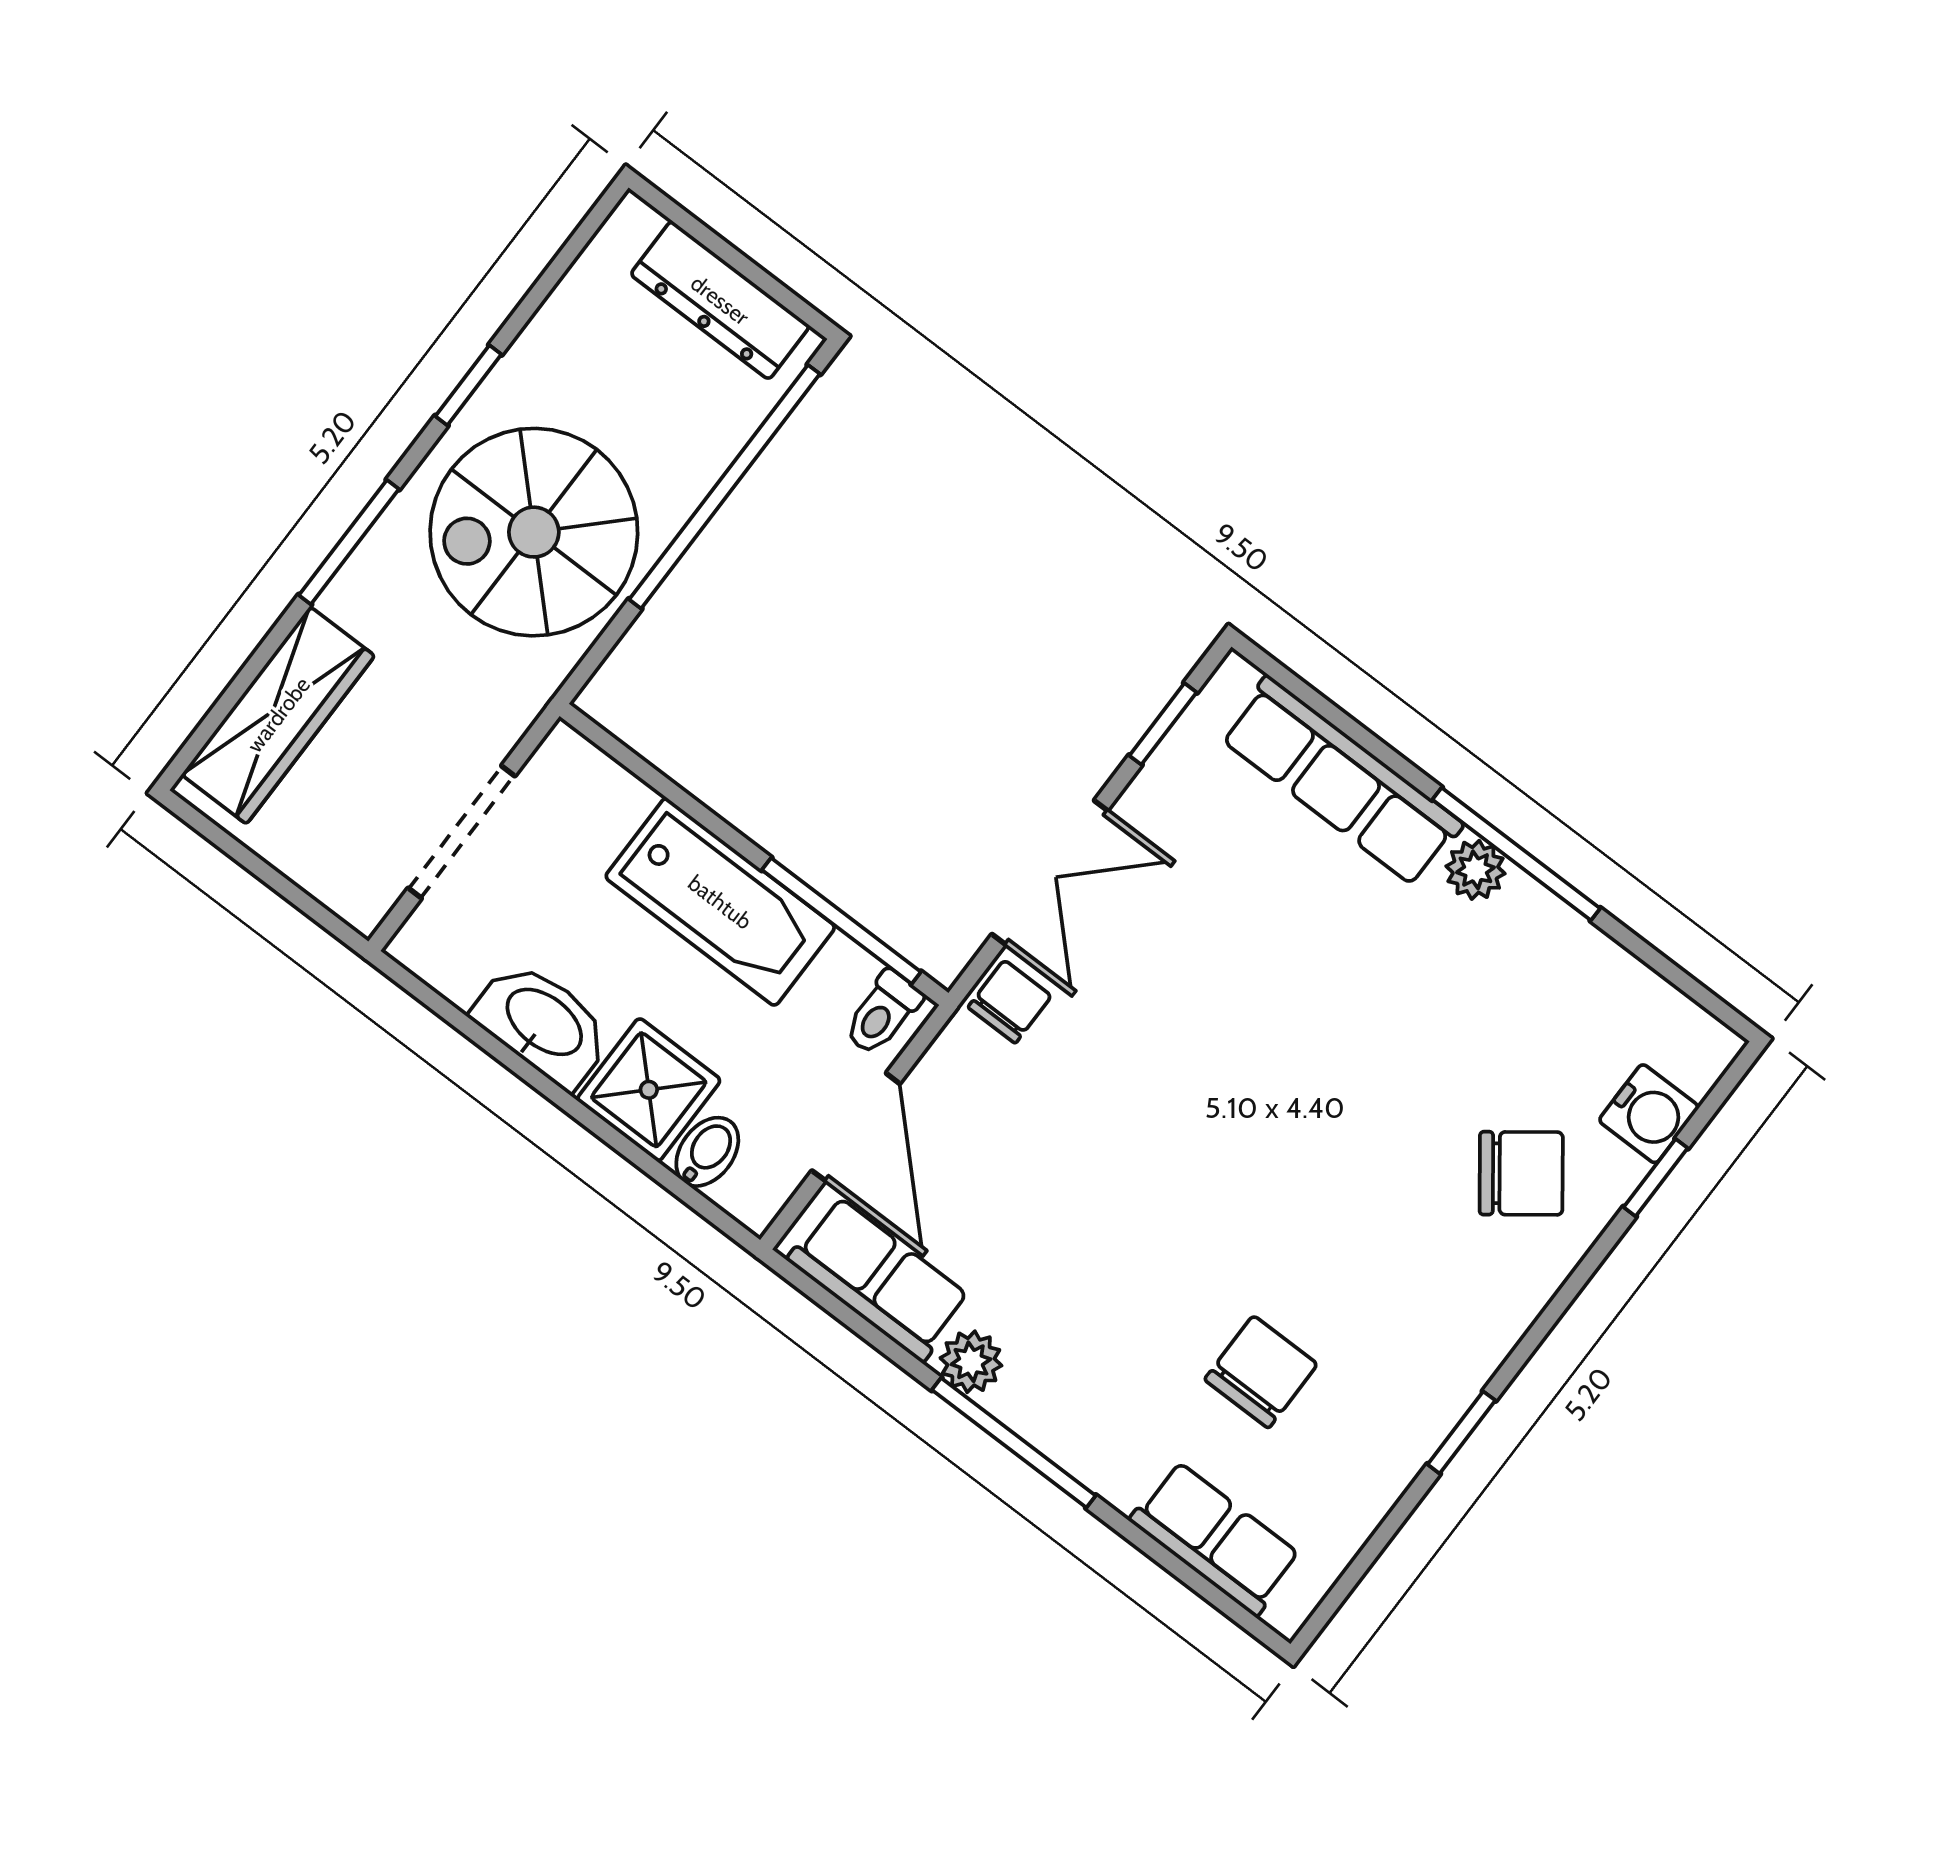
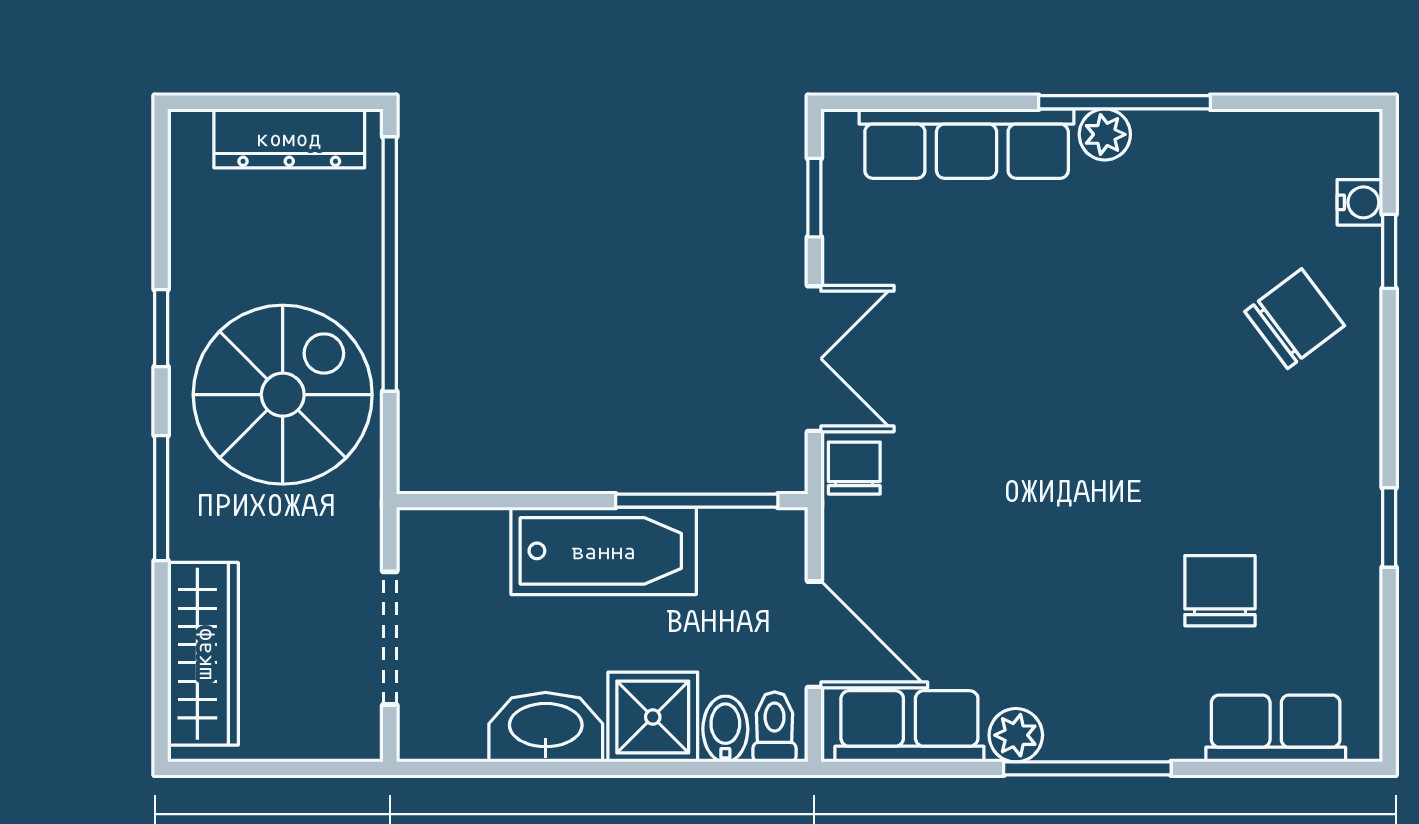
spiral stairs: (534, 532) -> (283, 395), turned 180
toilet: (883, 1013) -> (775, 727), moved, turned 180
water cooler: (1649, 1114) -> (1360, 202), width x0.72, depth x0.72

